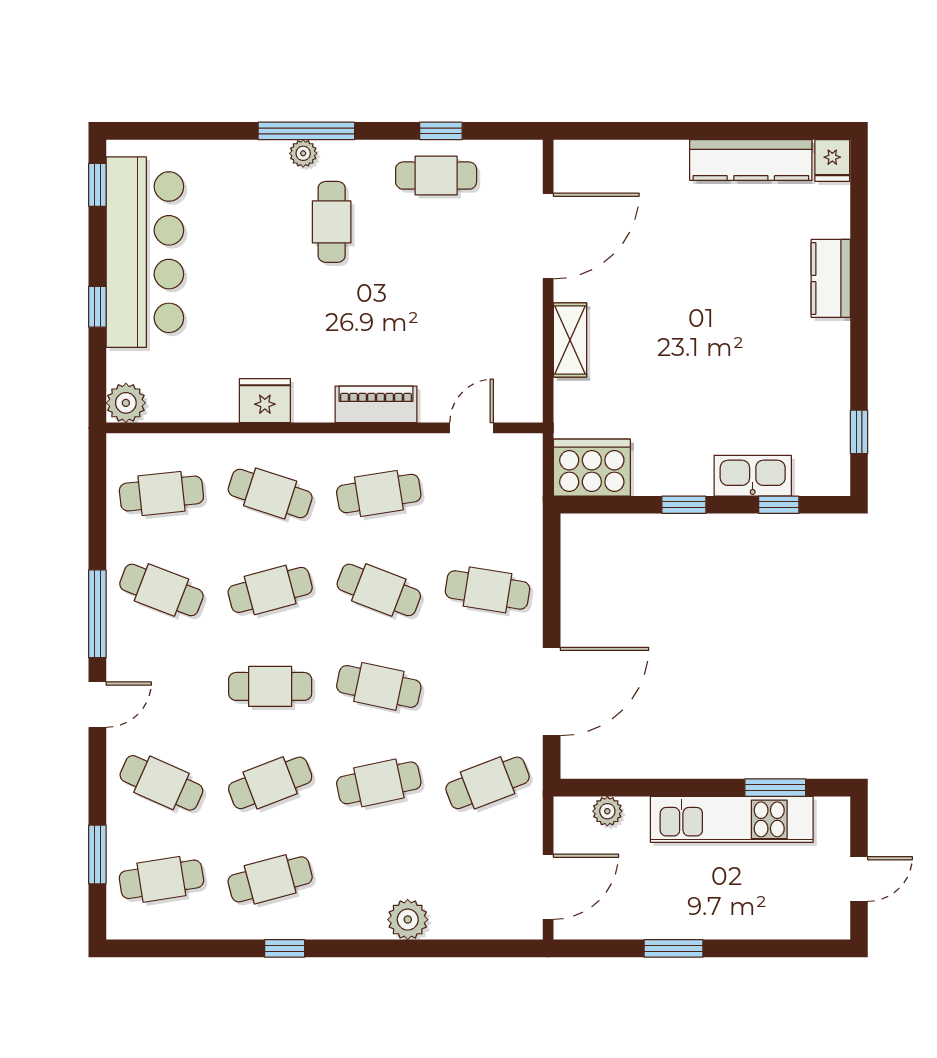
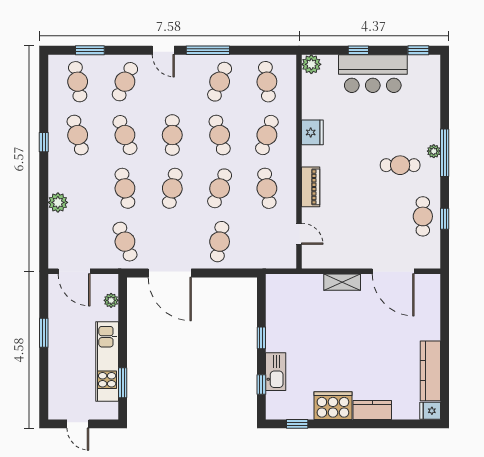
bar counter: (145, 252) -> (373, 74), width x0.73
cooker: (592, 468) -> (333, 406), moved, turned -90

